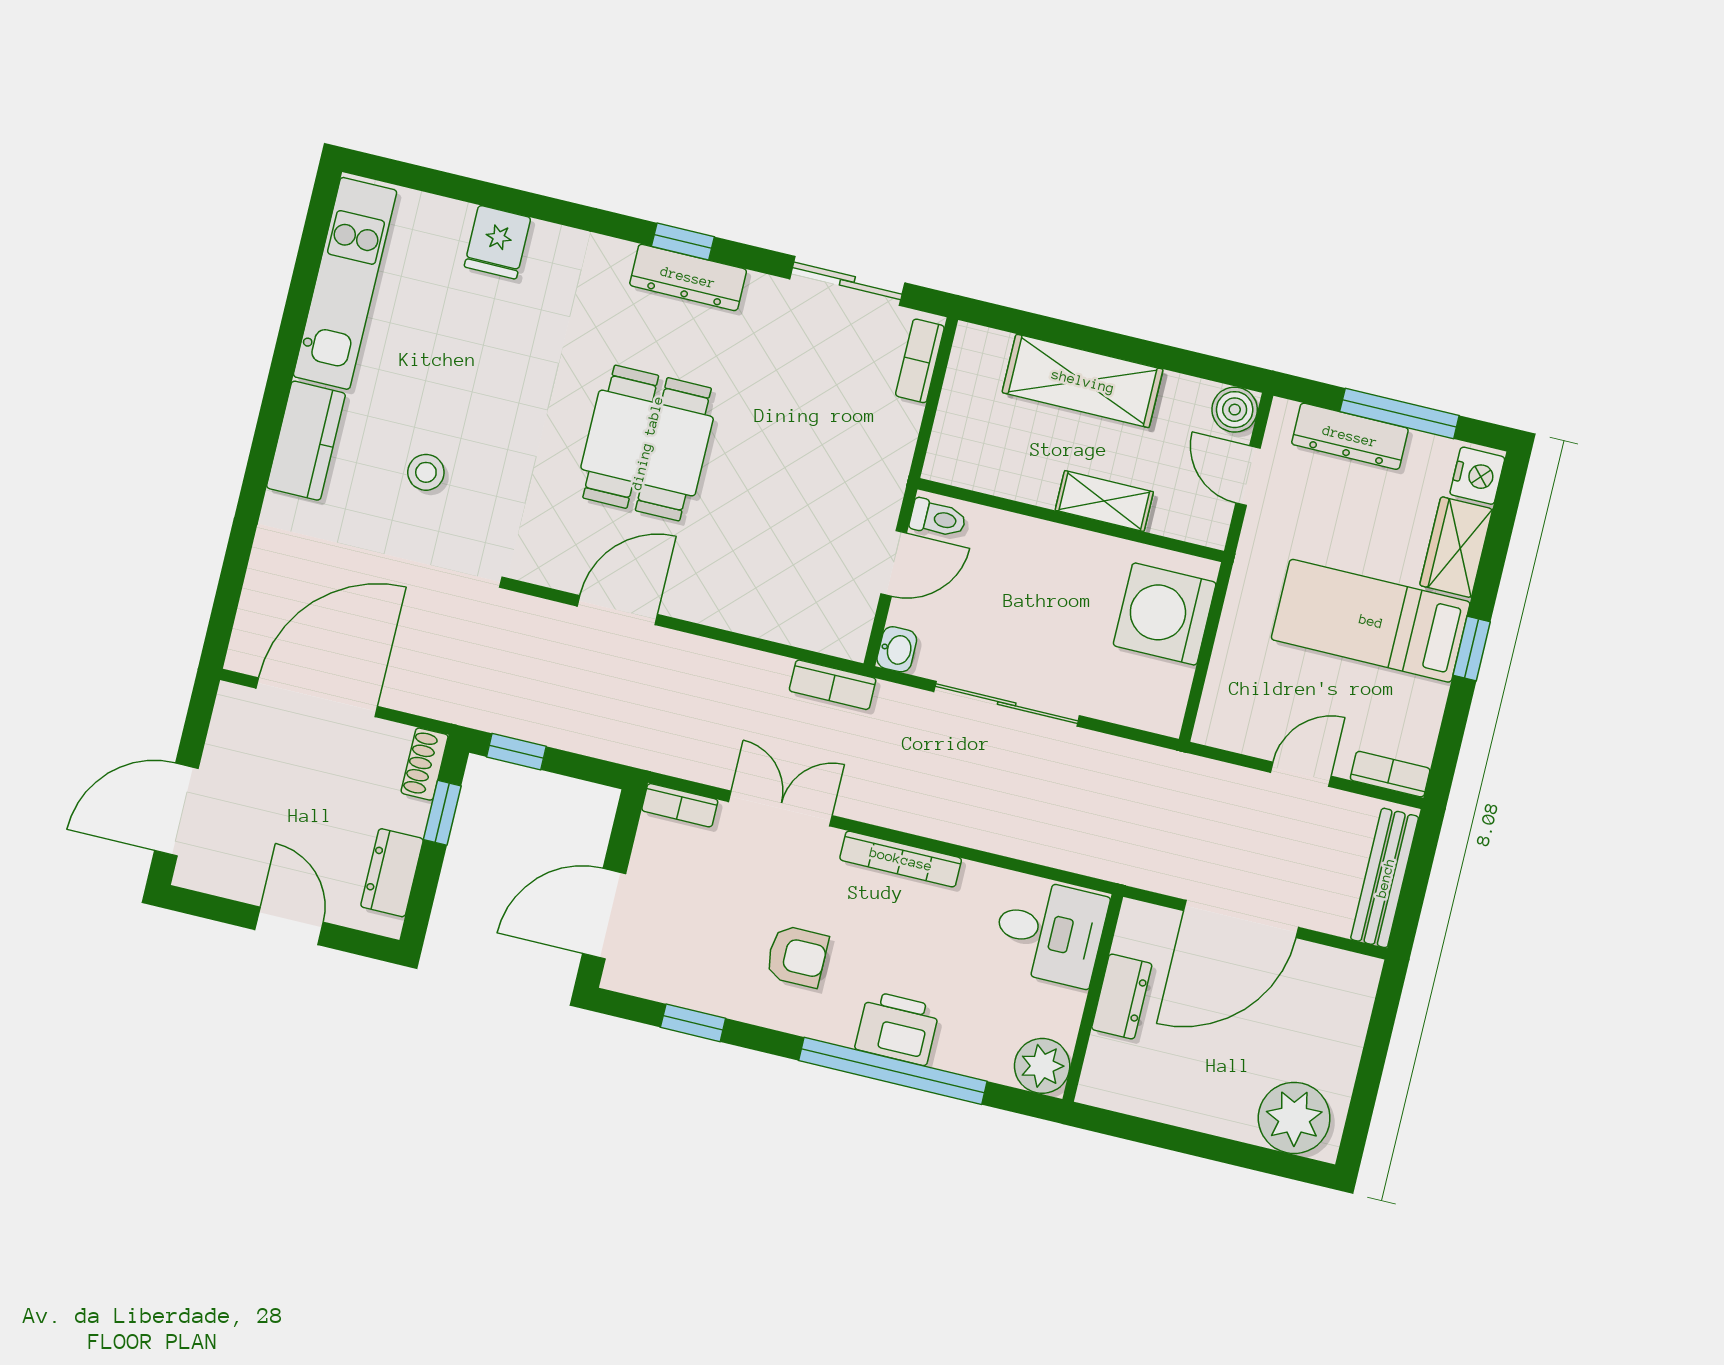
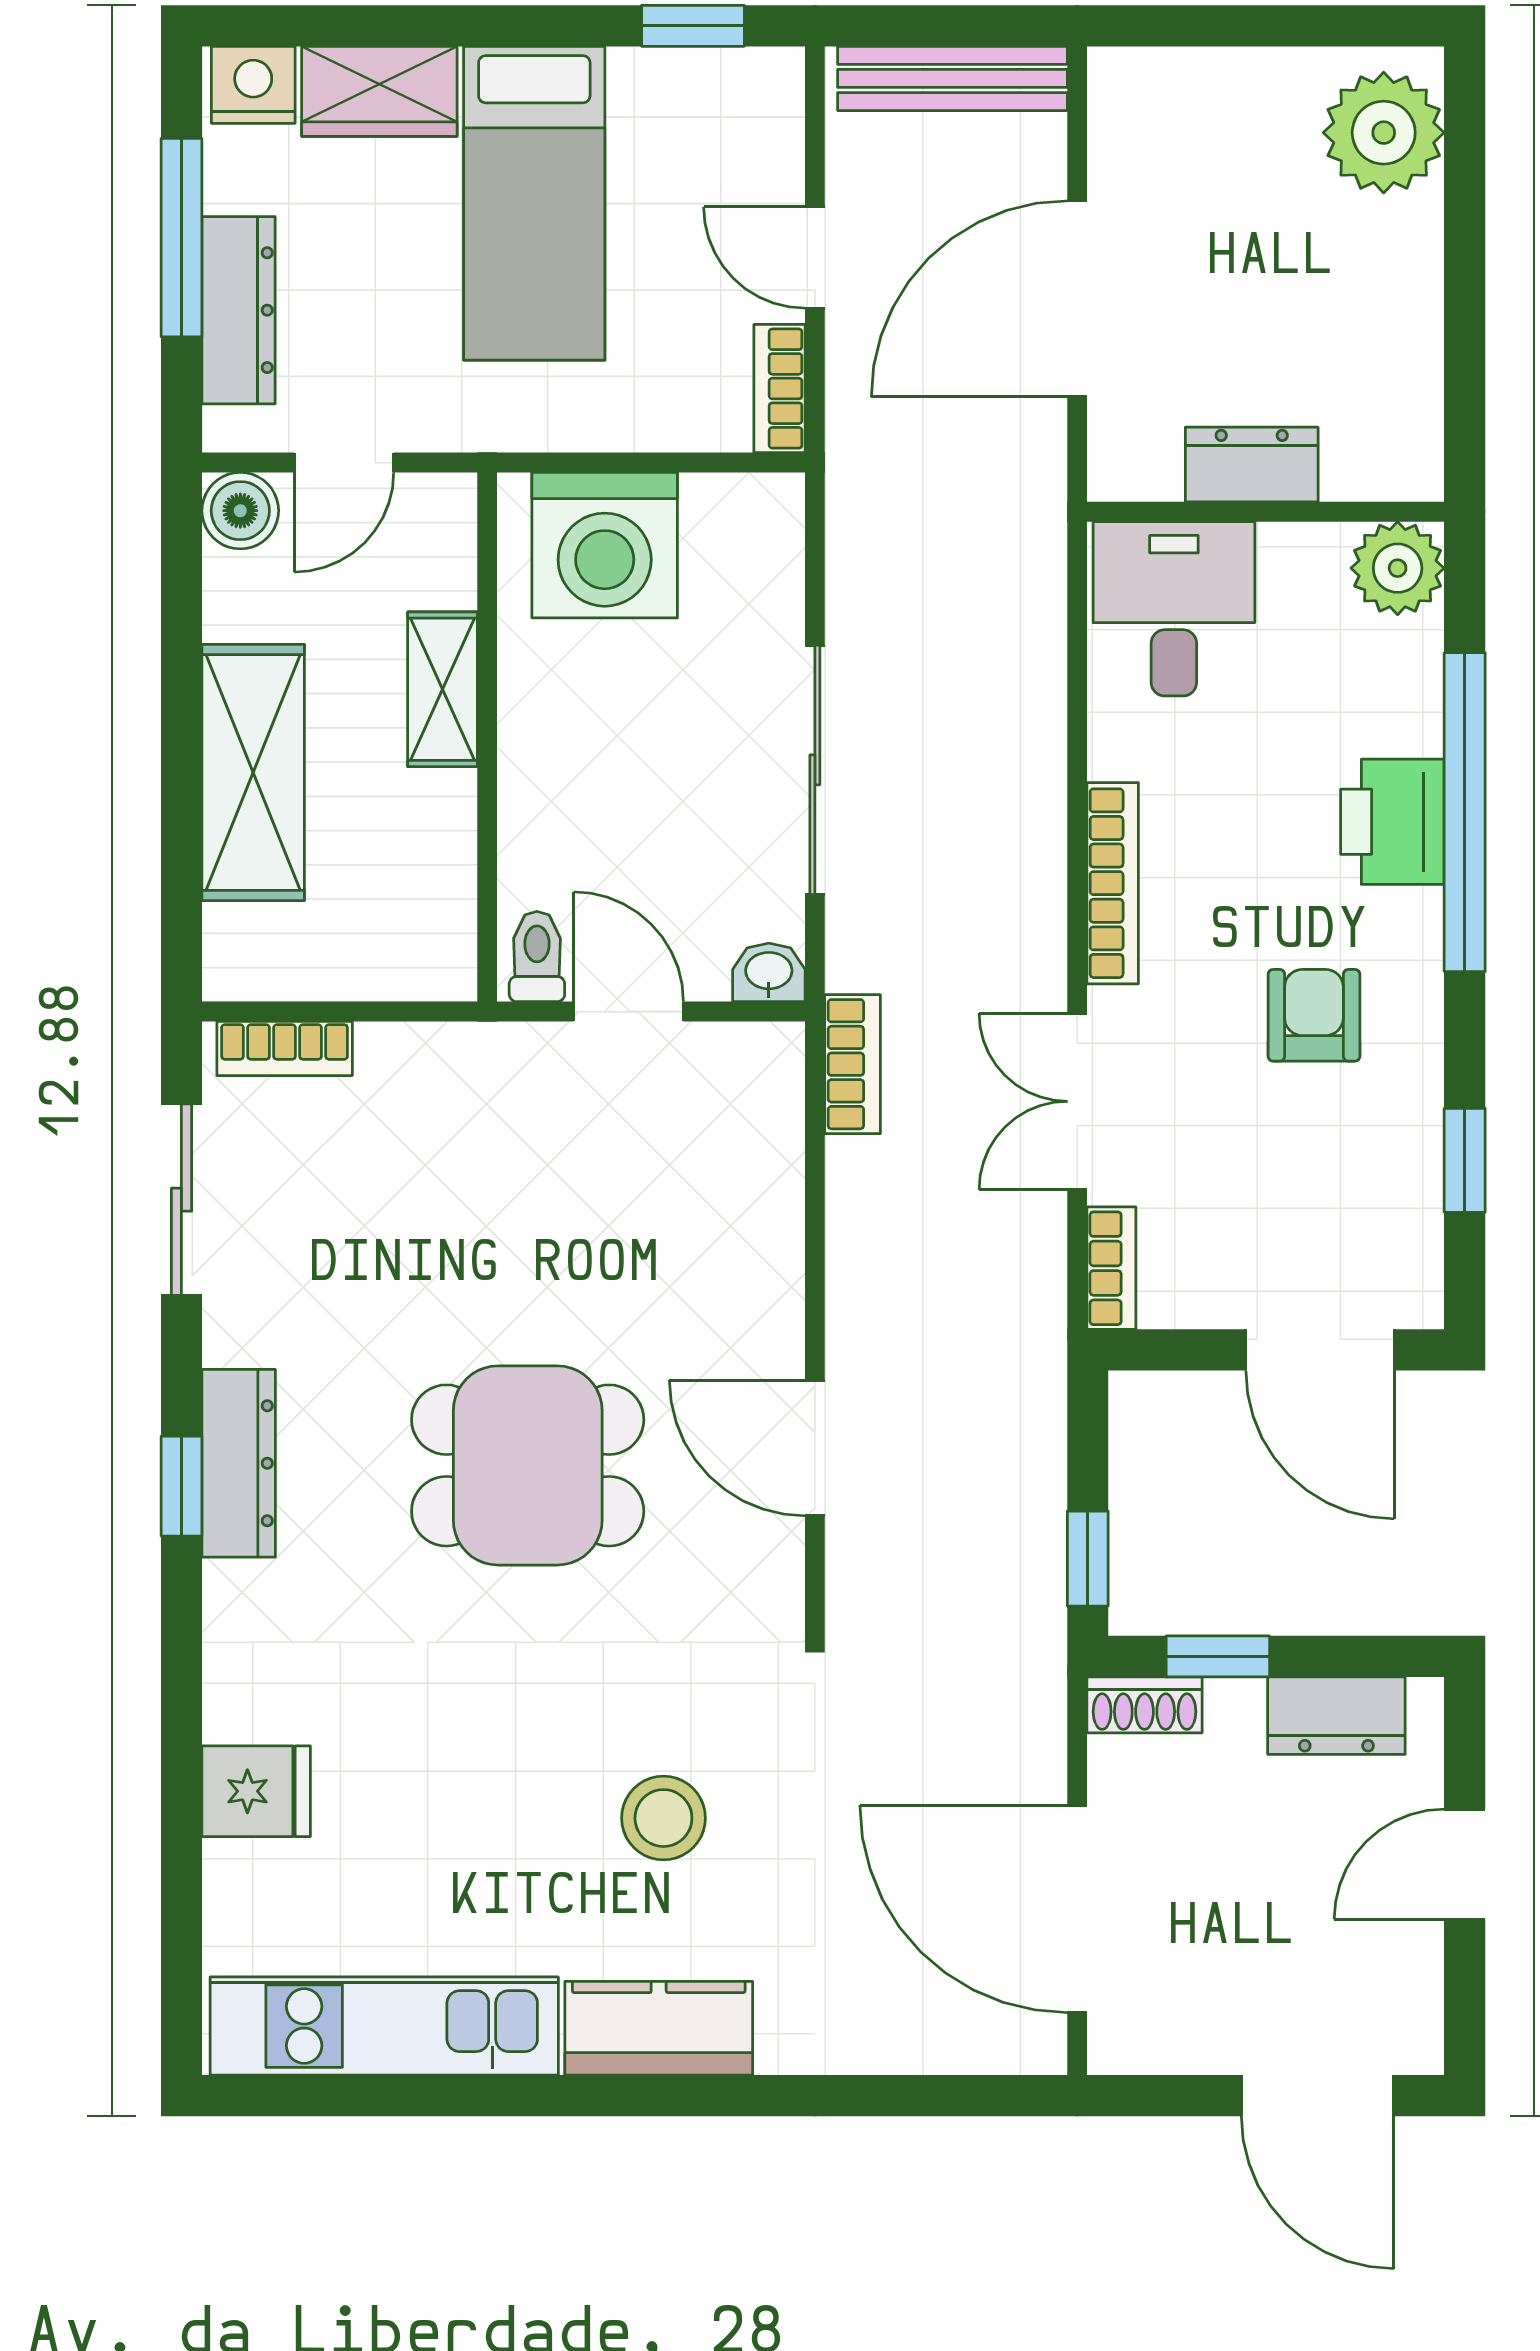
stool: (426, 472) -> (663, 1818), width x1.37, depth x1.37
window: (1472, 649) -> (693, 26), moved
bookcase: (1390, 774) -> (779, 389), moved
door: (1241, 919) -> (1077, 299), swing flipped

